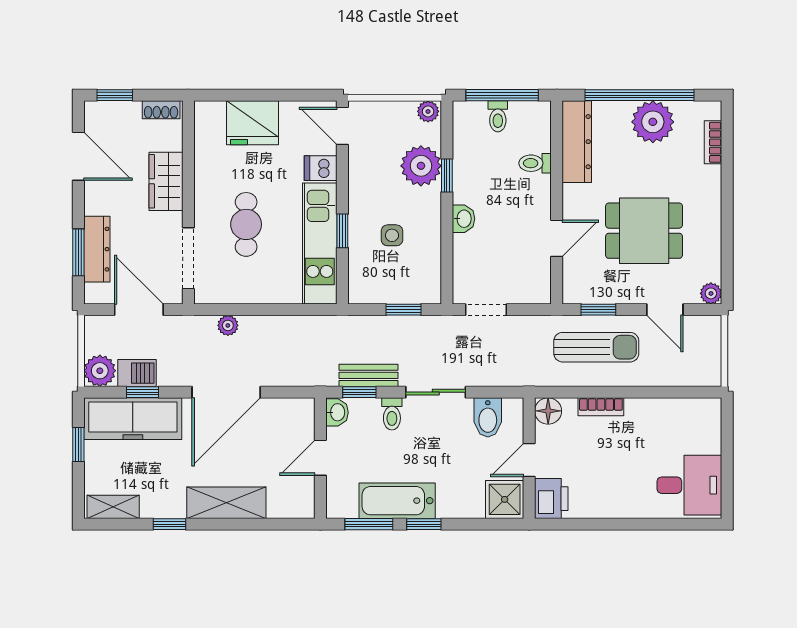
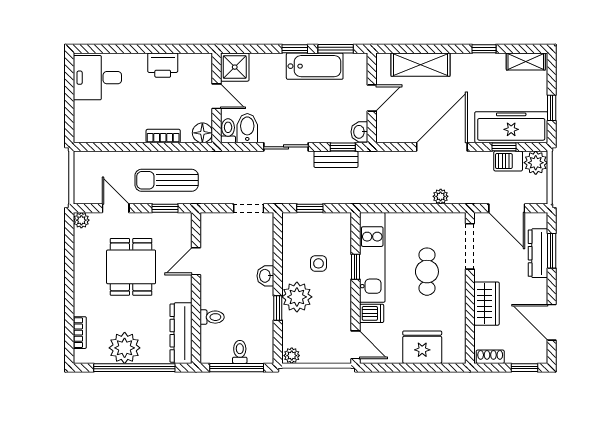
plant: (421, 166) -> (297, 297), moved
dining table: (644, 231) -> (131, 267), turned 90
toilet: (392, 414) -> (228, 131), moved
door: (529, 460) -> (216, 96), hinge flipped
printer: (551, 499) -> (163, 65), moved, turned -90
shelving: (226, 503) -> (421, 65), moved

